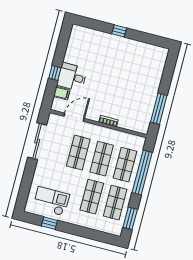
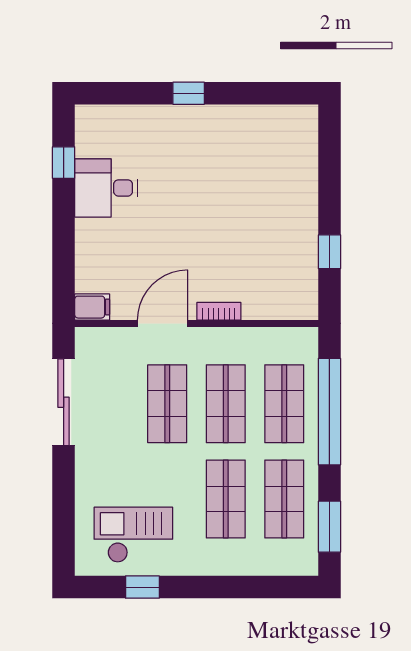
window: (55, 73) -> (64, 163), moved
desk: (72, 77) -> (106, 188), moved
filing cabinet: (62, 93) -> (92, 307), moved
window: (159, 109) -> (329, 252), width x0.46
door: (74, 117) -> (162, 323), moved

